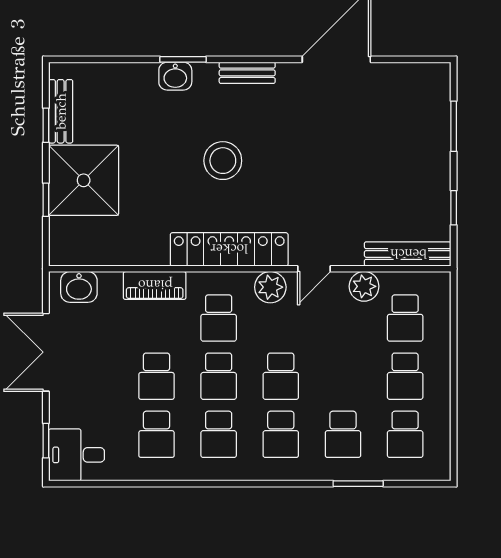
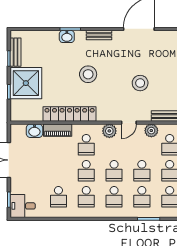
stool: (339, 180) -> (140, 83), added
locker: (229, 249) -> (70, 114), moved
washbasin: (79, 287) -> (34, 131), moved
school desk: (156, 376) -> (142, 171), moved

